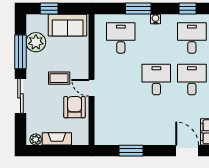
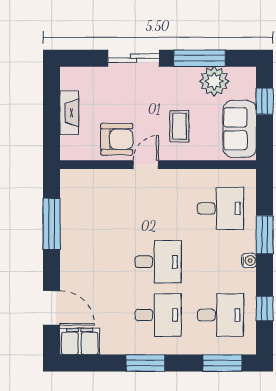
coffee table: (59, 78) -> (179, 126), moved
plant: (36, 139) -> (68, 81), removed
window: (131, 151) -> (52, 224), width x1.44
door: (187, 151) -> (52, 308), hinge flipped

